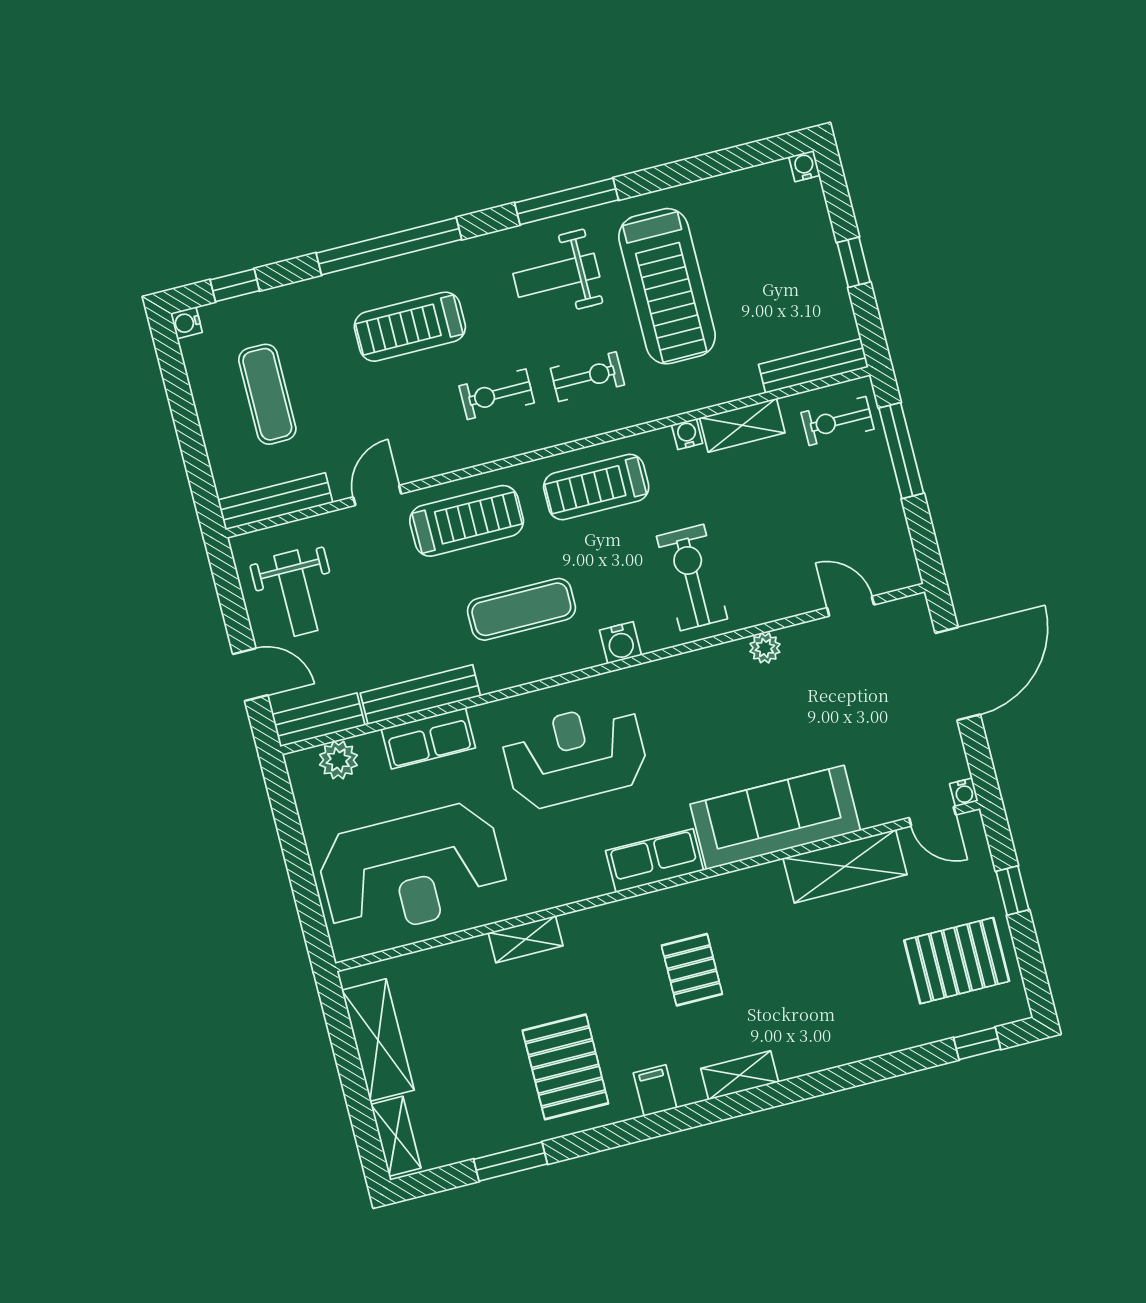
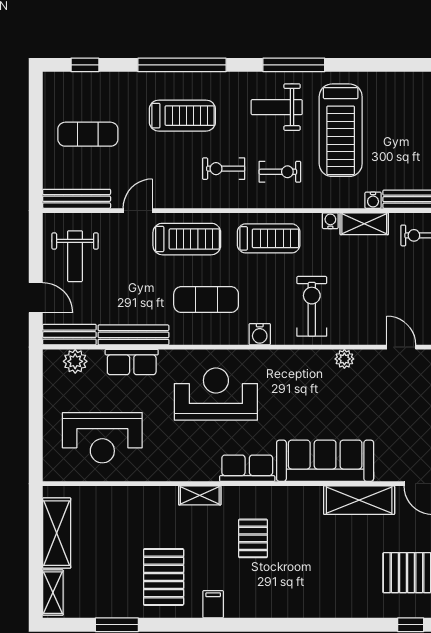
water cooler: (186, 323) -> (373, 200), moved, turned -90
treadmill: (410, 327) -> (182, 116), turned 180
exercise mat: (267, 394) -> (88, 134), turned 90
treadmill: (596, 487) -> (269, 238), turned 180
reception desk: (412, 870) -> (102, 438), width x0.74, depth x0.77
shelving: (526, 939) -> (200, 495), moved
shelving: (740, 1075) -> (265, 608), removed

